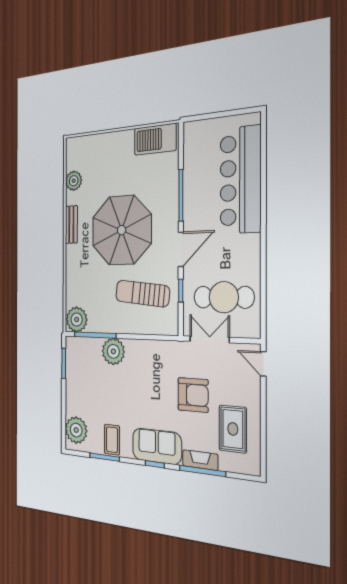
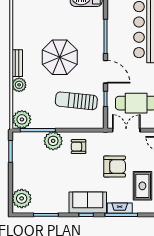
plant: (74, 181) -> (19, 85), moved
bench: (71, 225) -> (17, 63), moved
parasol: (122, 230) -> (60, 57), width x0.73, depth x0.73
door: (181, 249) -> (106, 72), hinge flipped
armchair: (145, 361) -> (78, 147), added
coffee table: (112, 440) -> (52, 202), removed

